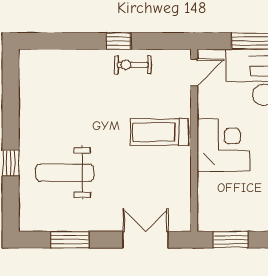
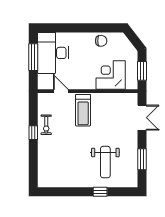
door: (194, 73) -> (61, 91), moved
corner desk: (223, 145) -> (111, 75), moved
double door: (146, 240) -> (142, 118), swing flipped

